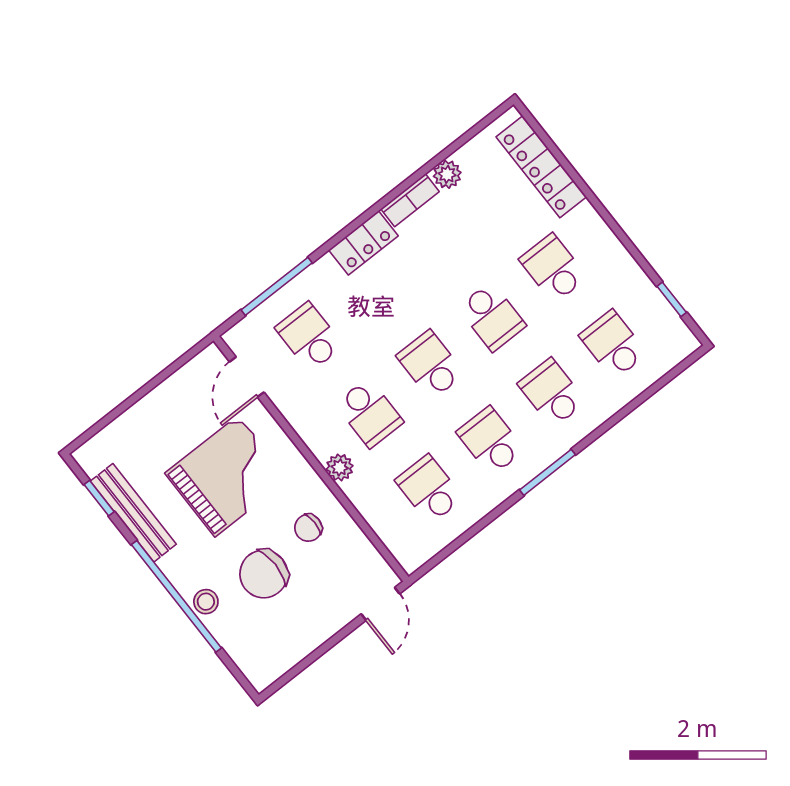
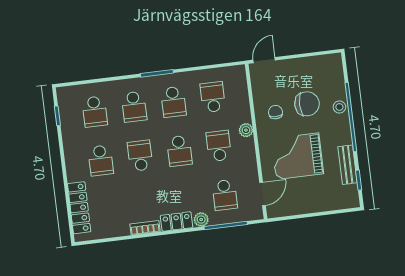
plant: (447, 174) -> (201, 220), moved
school desk: (429, 489) -> (213, 97), turned 180
bench: (133, 513) -> (348, 165), width x0.73
chair: (308, 528) -> (275, 112), turned -90

